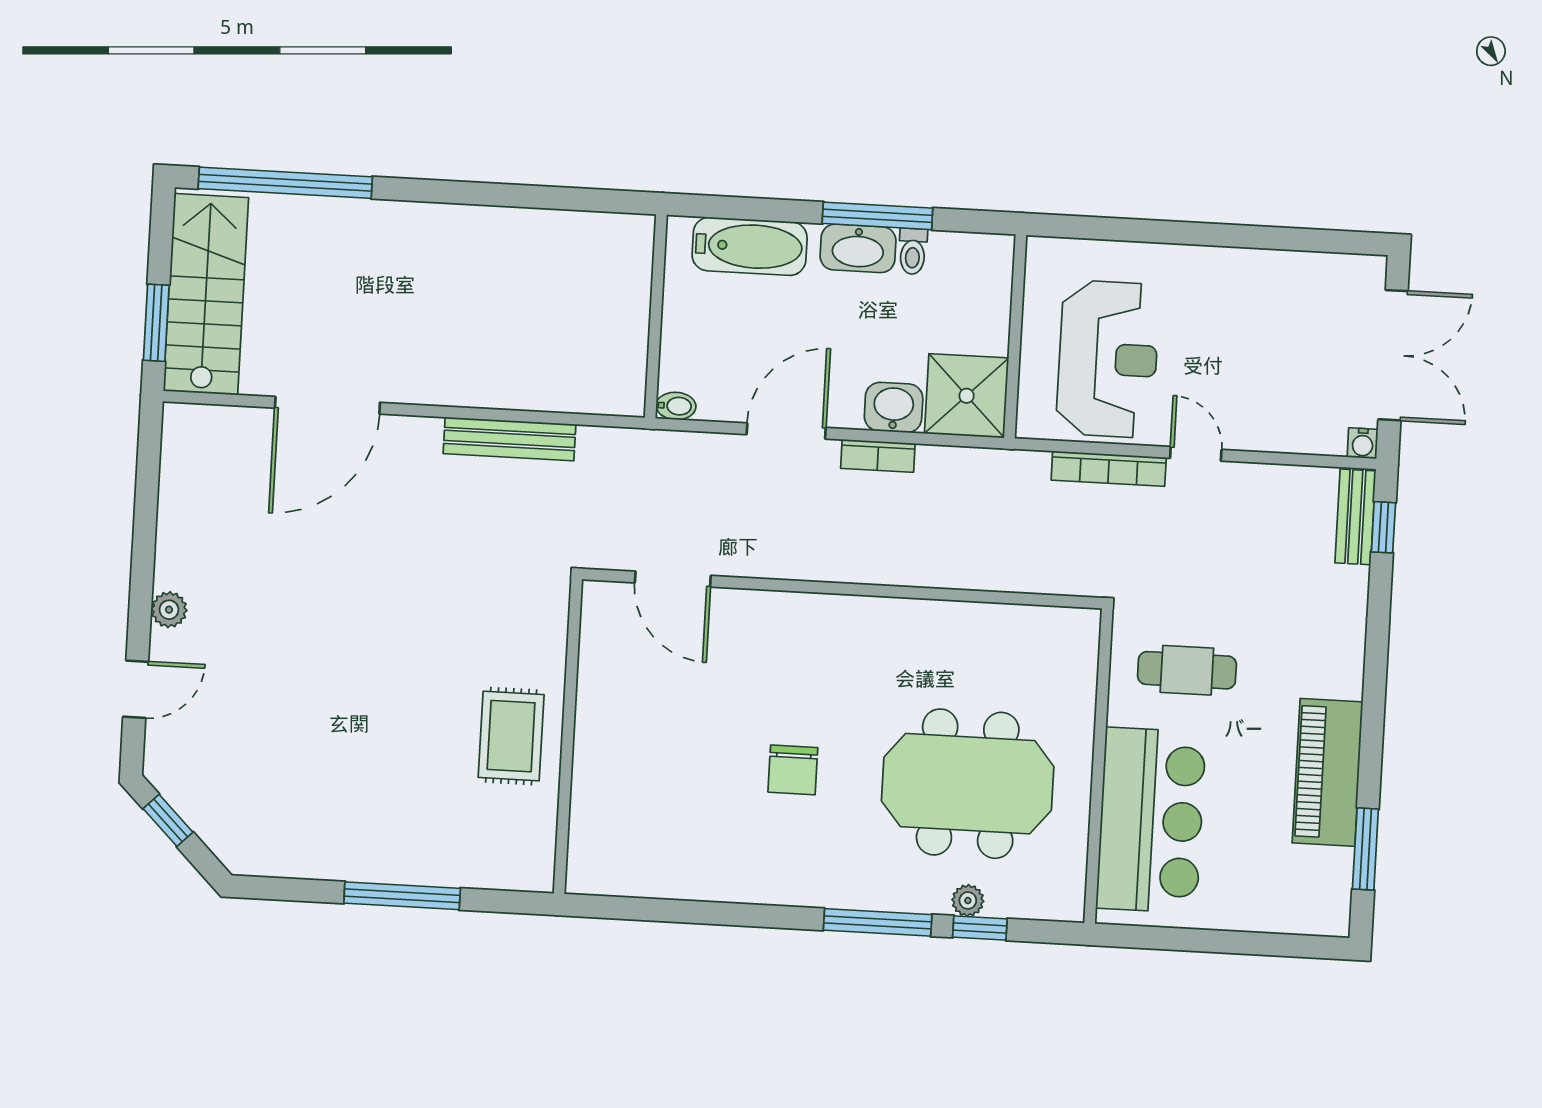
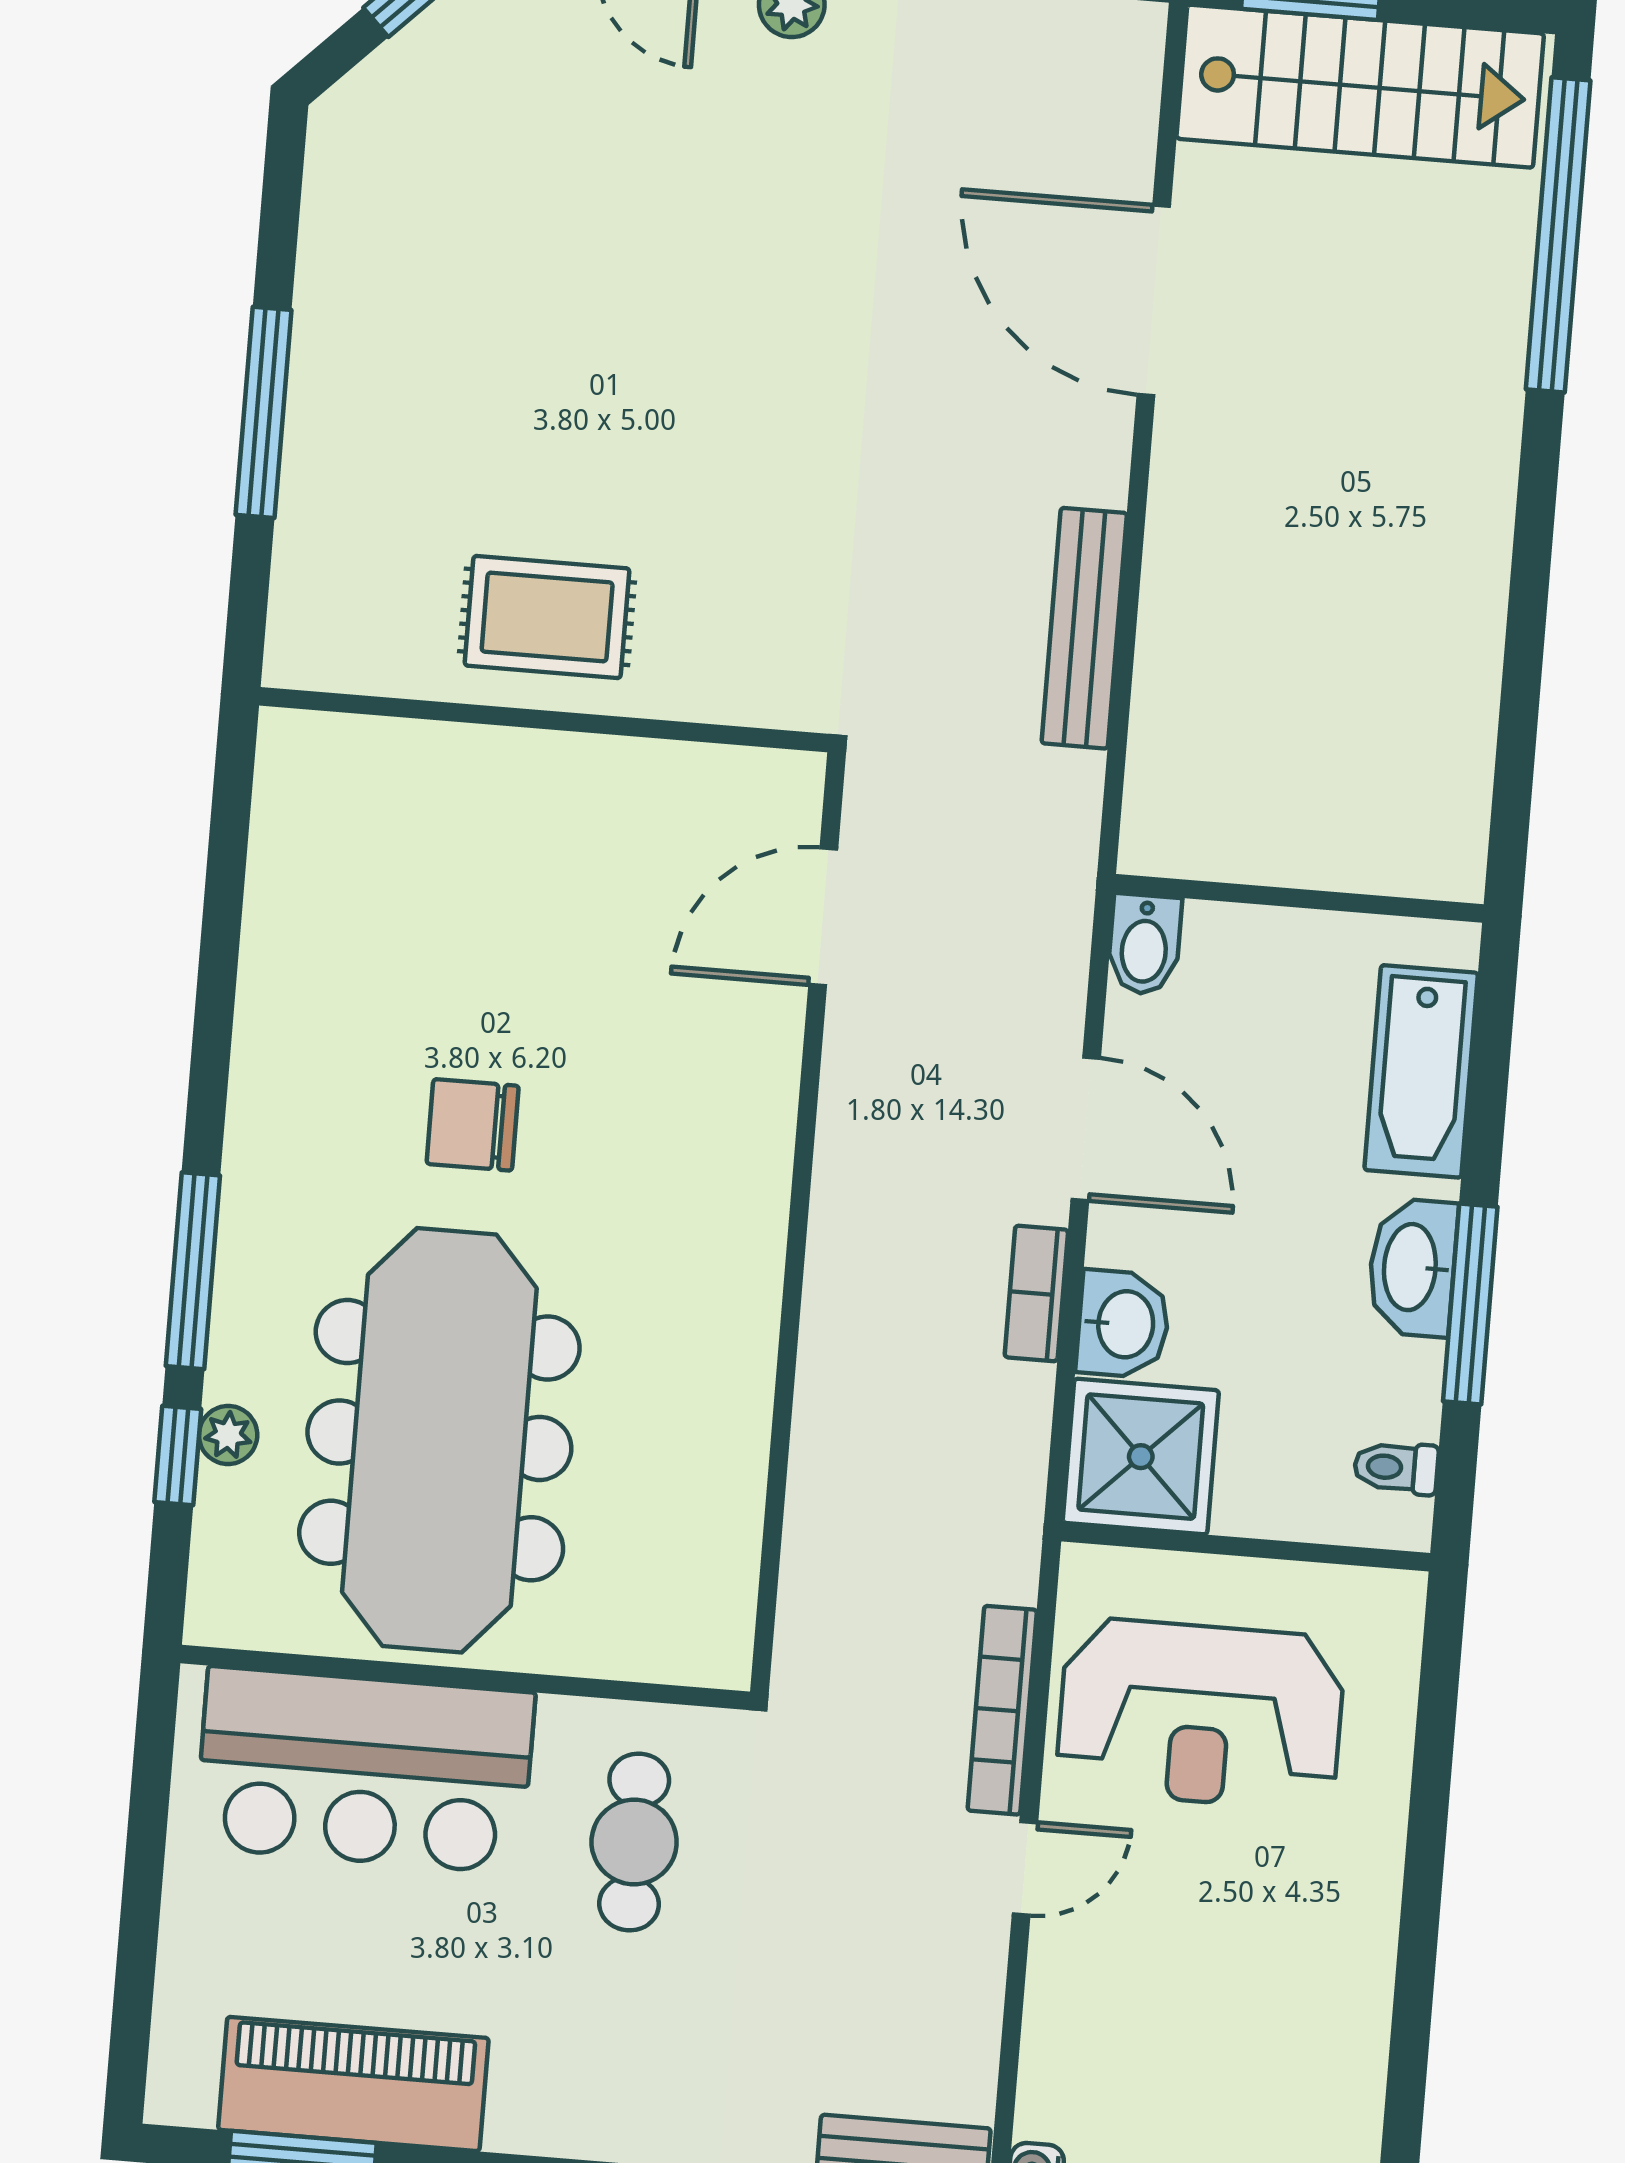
toilet: (913, 251) -> (1396, 1468), moved
bidet: (676, 406) -> (1144, 944), width x1.38, depth x1.36
piano: (1327, 772) -> (353, 2084), moved
meeting table: (968, 784) -> (439, 1440), width x1.36

